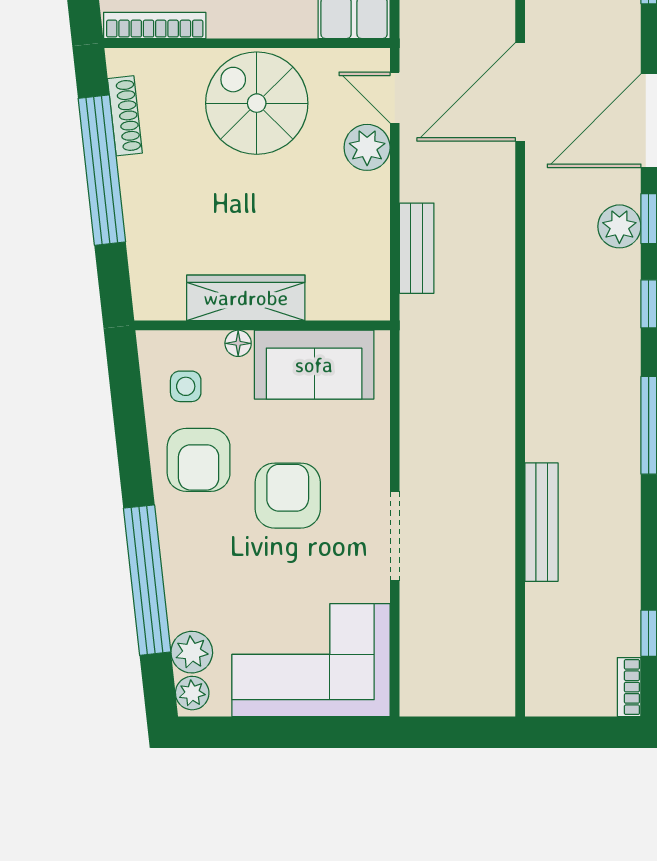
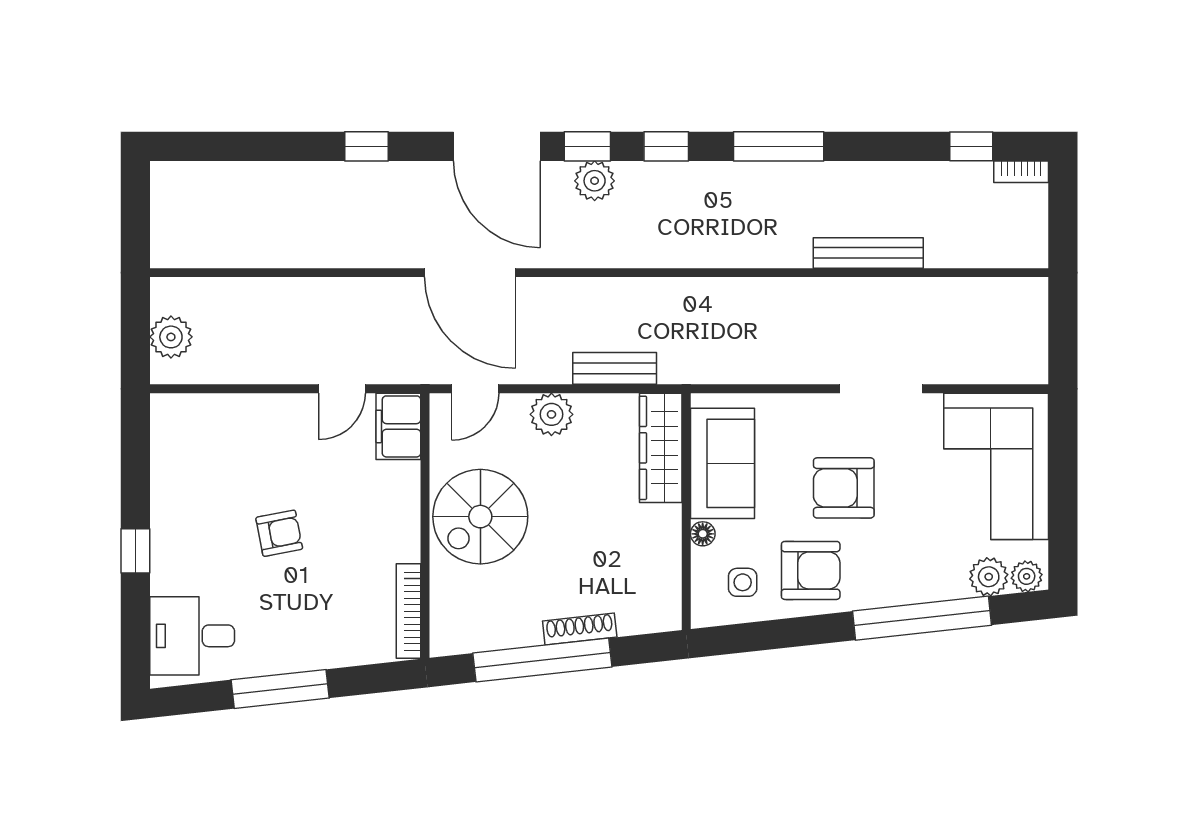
shoe rack: (125, 116) -> (580, 629), moved
plant: (367, 147) -> (551, 414), moved
wardrobe: (246, 298) -> (661, 448), moved

